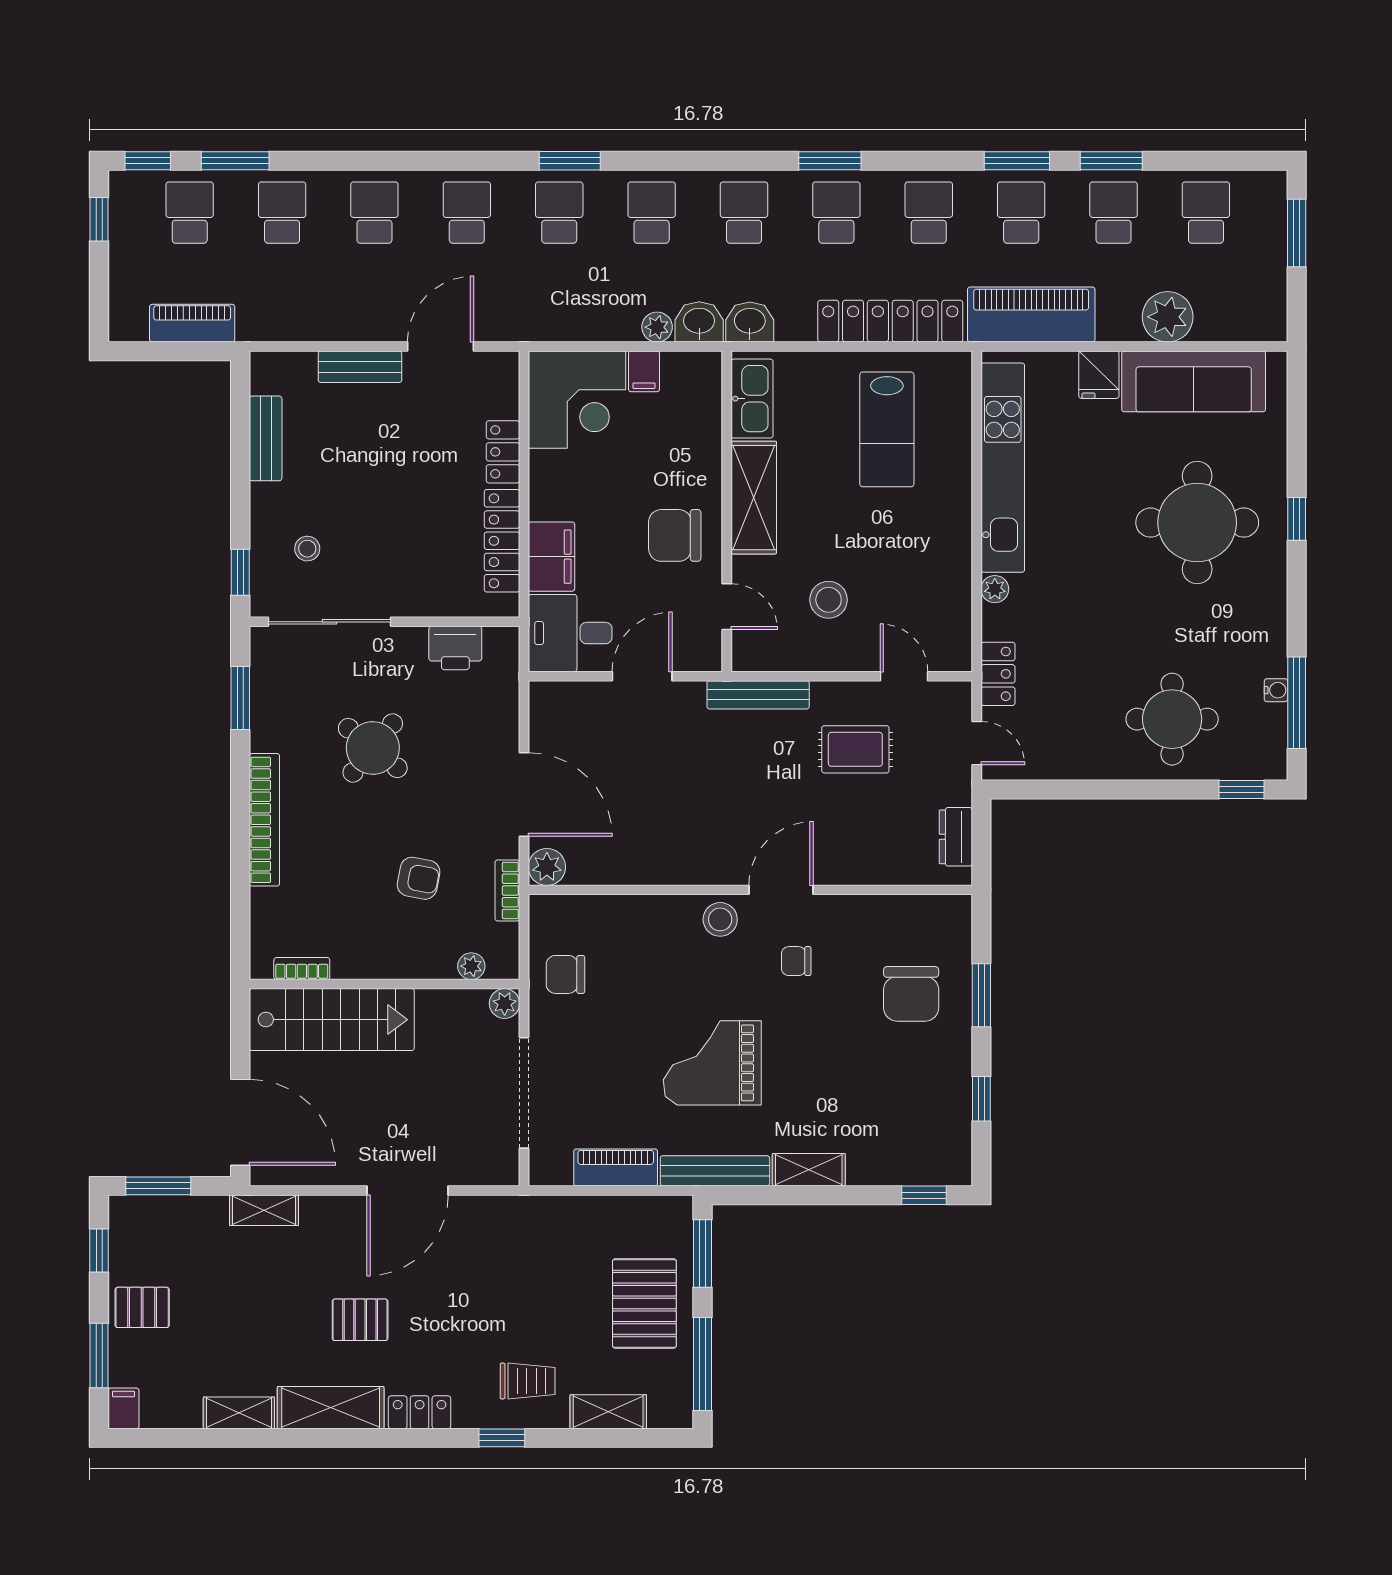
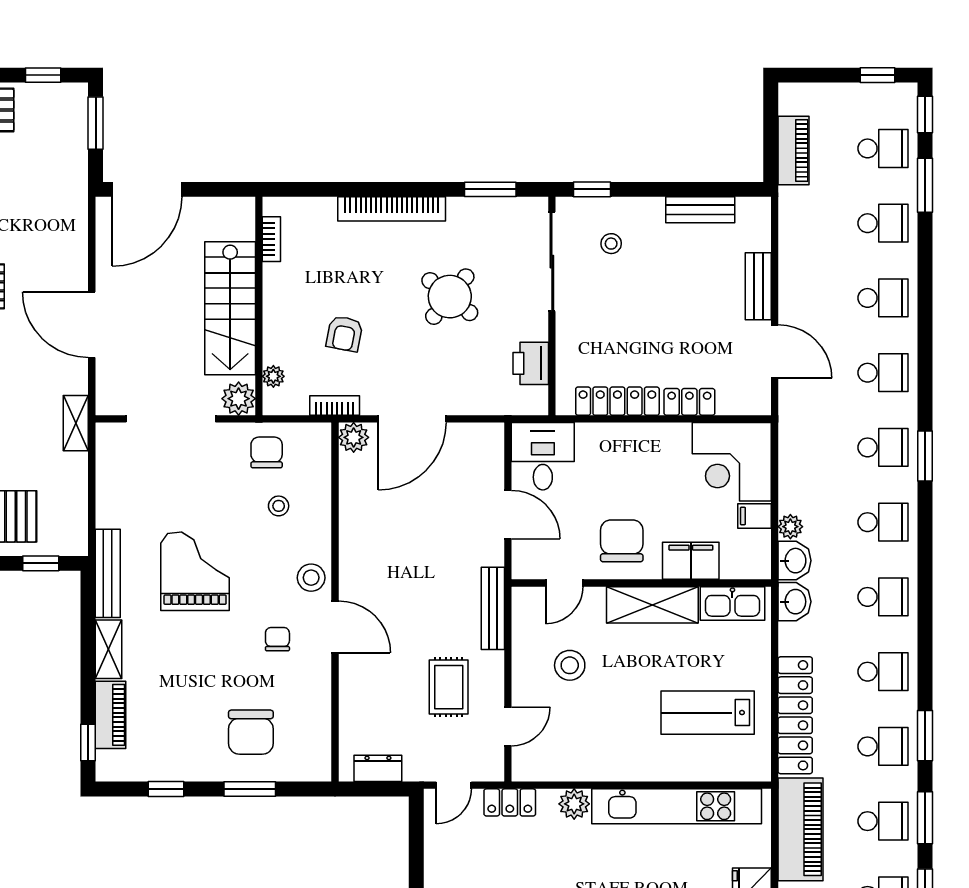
window: (830, 161) -> (925, 736), moved
filing cabinet: (551, 557) -> (691, 561), moved, turned 180
plant: (995, 589) -> (574, 804), width x1.38, depth x1.38
stool: (631, 960) -> (279, 506), added
chair: (911, 994) -> (251, 732), turned -90
plant: (505, 1003) -> (239, 399), width x1.38, depth x1.38
stairs: (332, 1020) -> (230, 308), moved
piano: (616, 1167) -> (110, 715), moved
shelving: (264, 1210) -> (76, 423), moved
window: (703, 1253) -> (41, 563), width x0.67

